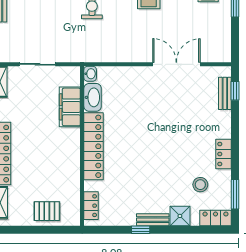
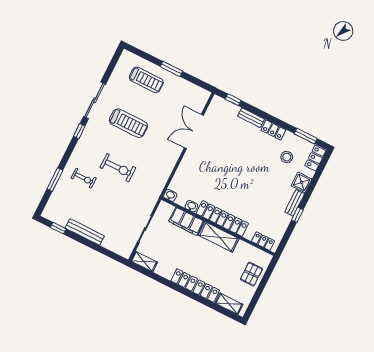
bench: (225, 93) -> (251, 118), moved
washbasin: (93, 97) -> (191, 206), width x0.52, depth x0.69
shelving: (70, 153) -> (219, 237), added

